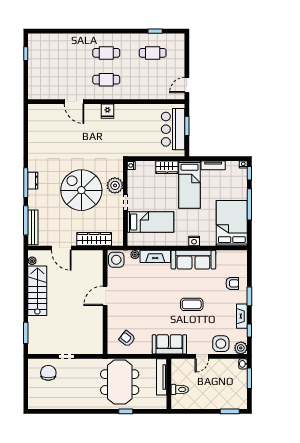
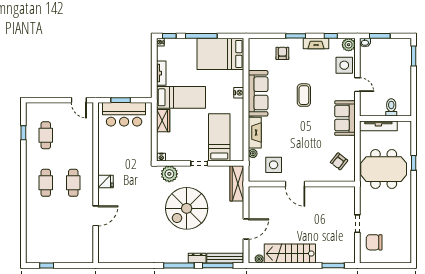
dresser: (33, 181) -> (197, 258), moved
plant: (115, 185) -> (169, 174), moved
wardrobe: (94, 239) -> (237, 183), moved
side table: (116, 260) -> (274, 165), moved

